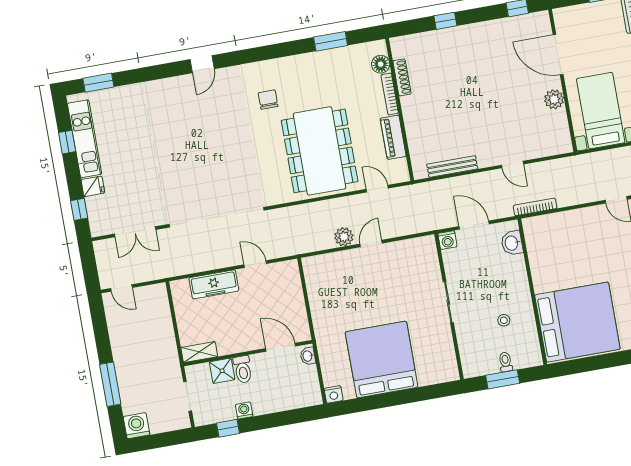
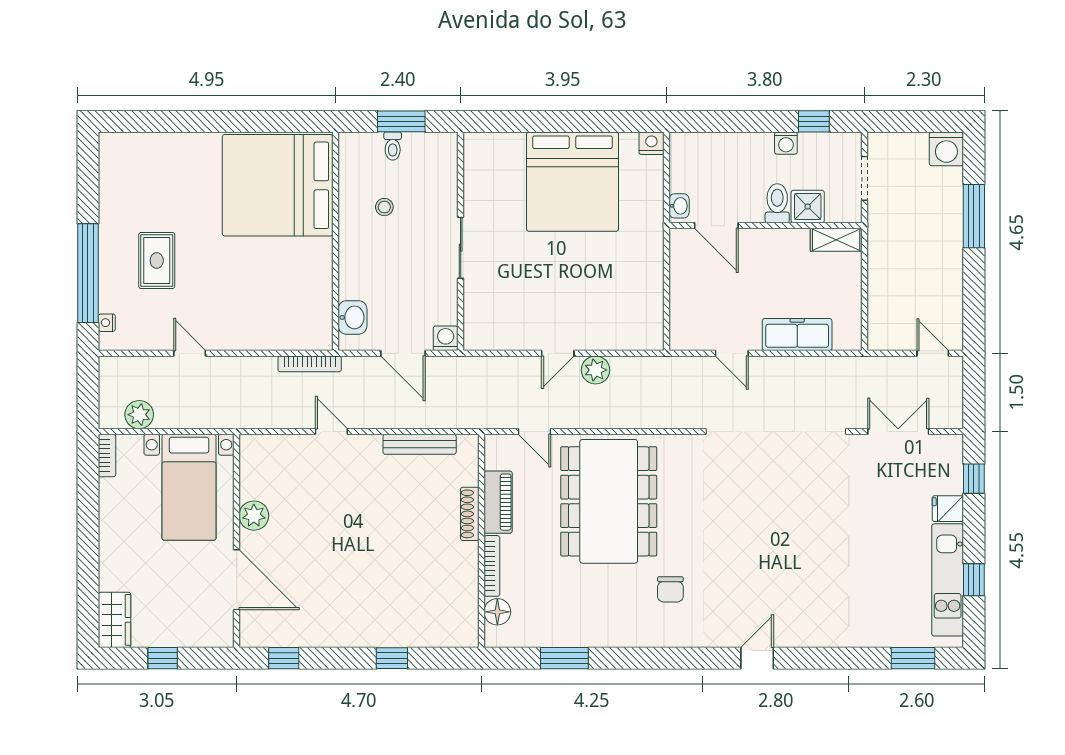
shoe rack: (402, 77) -> (470, 514), moved

